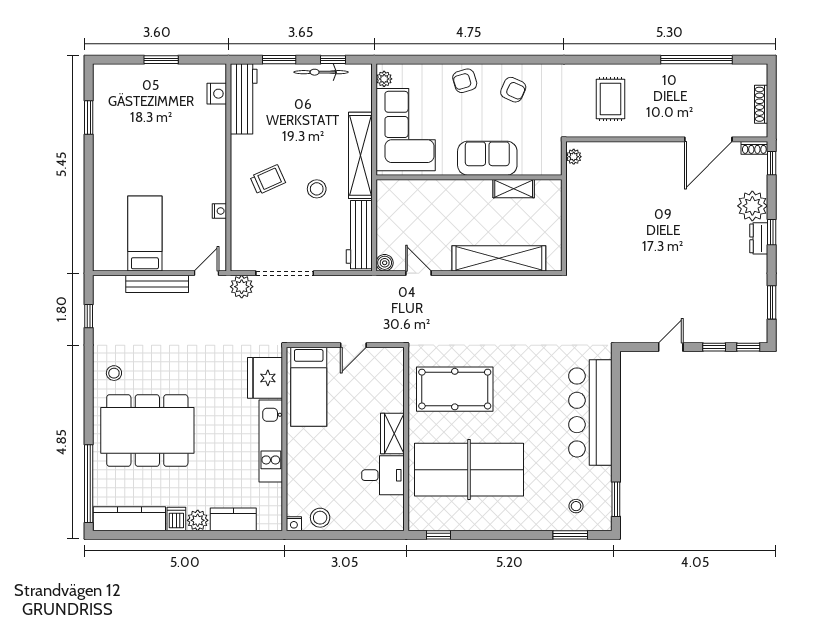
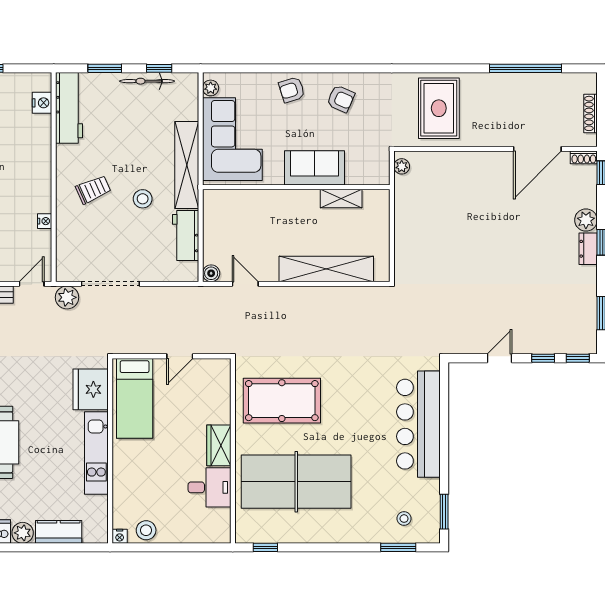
rug: (610, 99) -> (439, 108), width x1.36, depth x1.43
plant: (752, 206) -> (586, 220), width x0.73, depth x0.73
workbench: (359, 235) -> (186, 235), width x0.73

